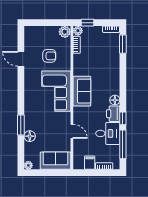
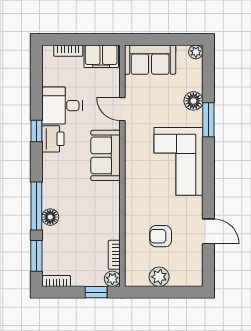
plant: (65, 32) -> (159, 277), moved
corner sofa: (56, 91) -> (179, 161), moved, turned 180
sofa: (82, 91) -> (106, 155), moved
floor lamp: (115, 100) -> (50, 217), moved
window: (123, 144) -> (36, 206), moved
filing cabinet: (90, 163) -> (101, 56), width x2.00

